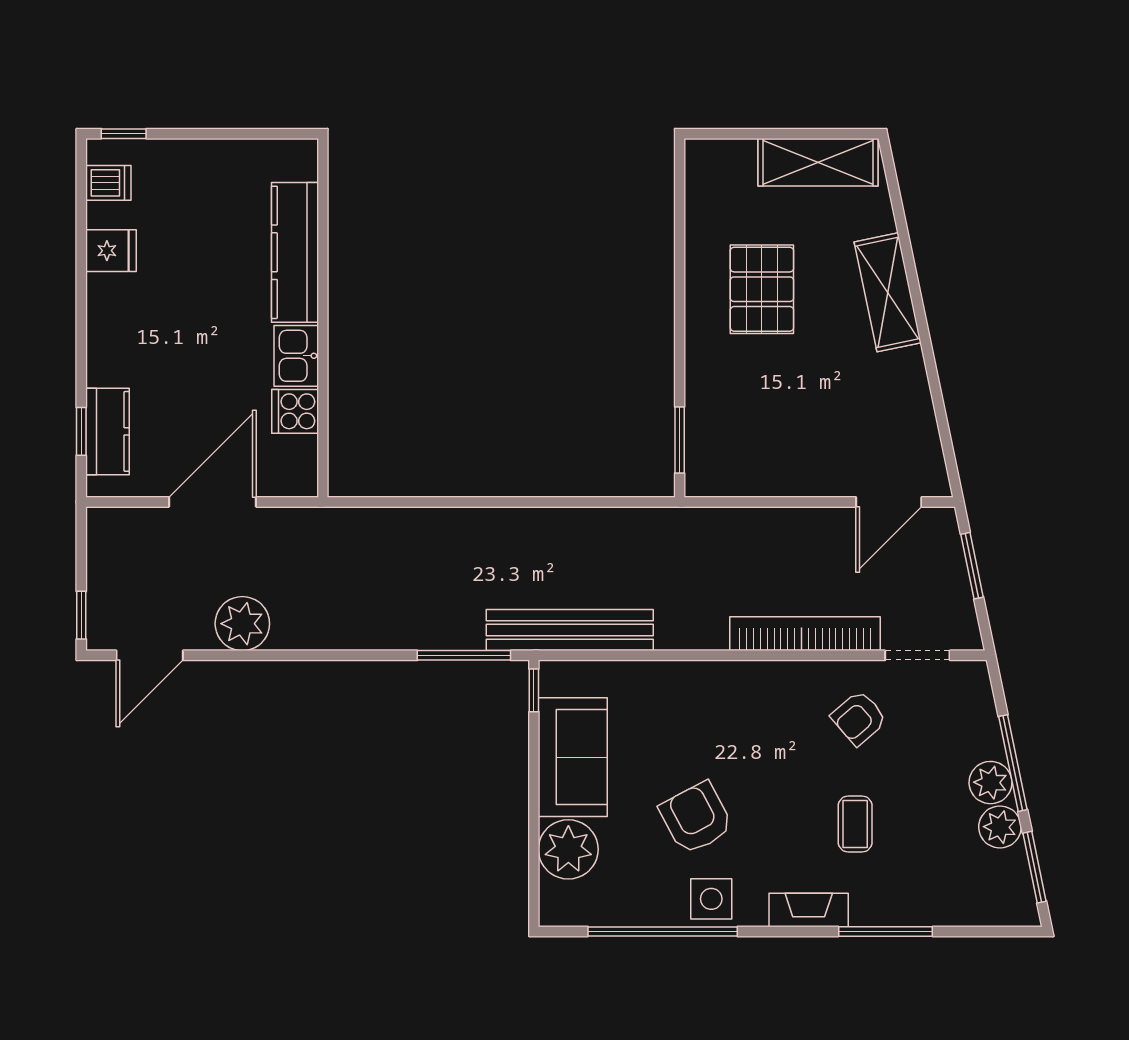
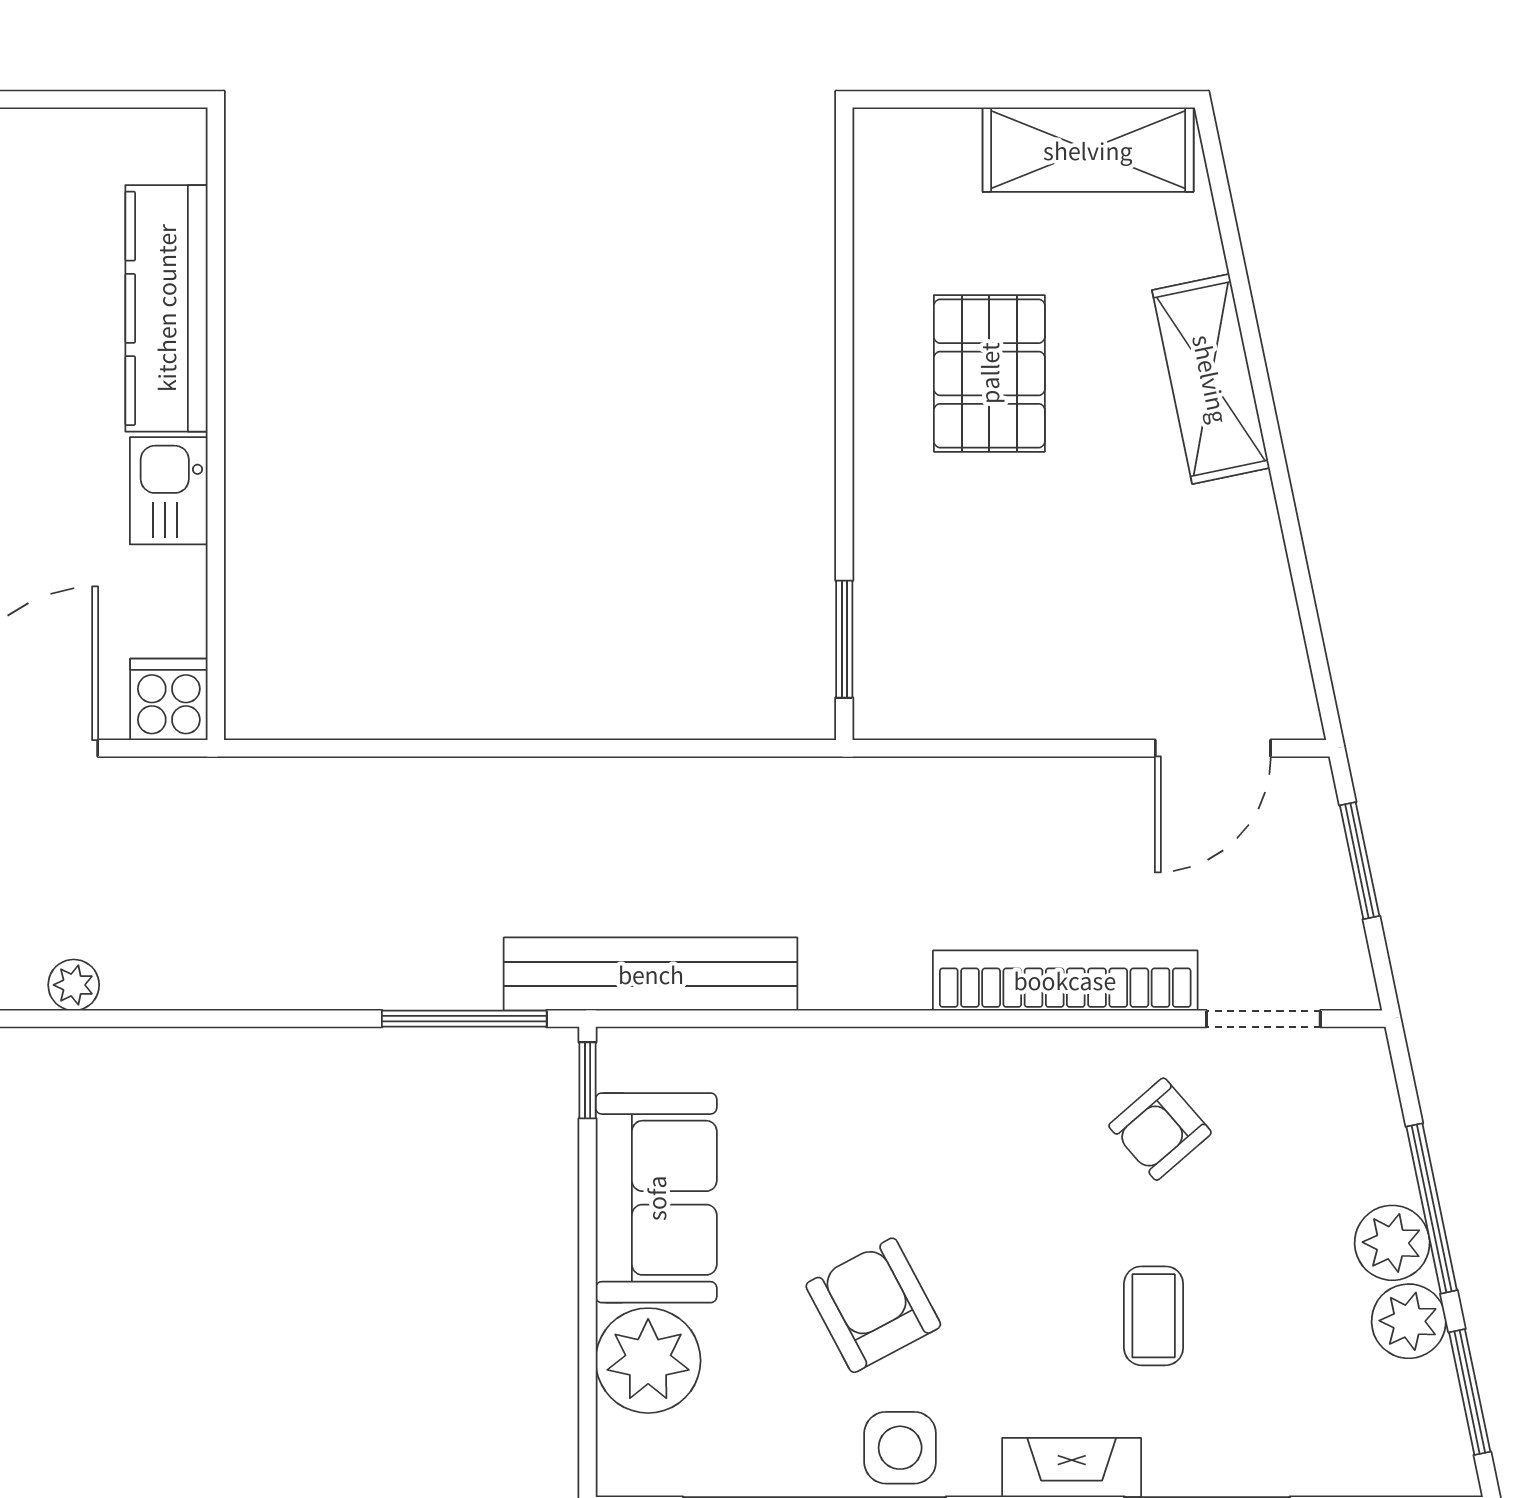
cooker: (295, 411) -> (169, 699), moved, turned 90
plant: (242, 624) -> (74, 985), width x0.53, depth x0.53

